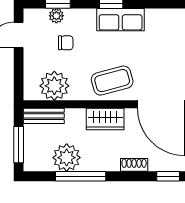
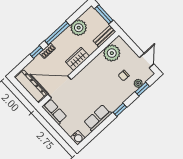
row of seats: (121, 20) -> (98, 118), moved
coffee table: (112, 81) -> (89, 78), removed
window: (81, 176) -> (57, 33), moved
window: (168, 176) -> (37, 52), moved

